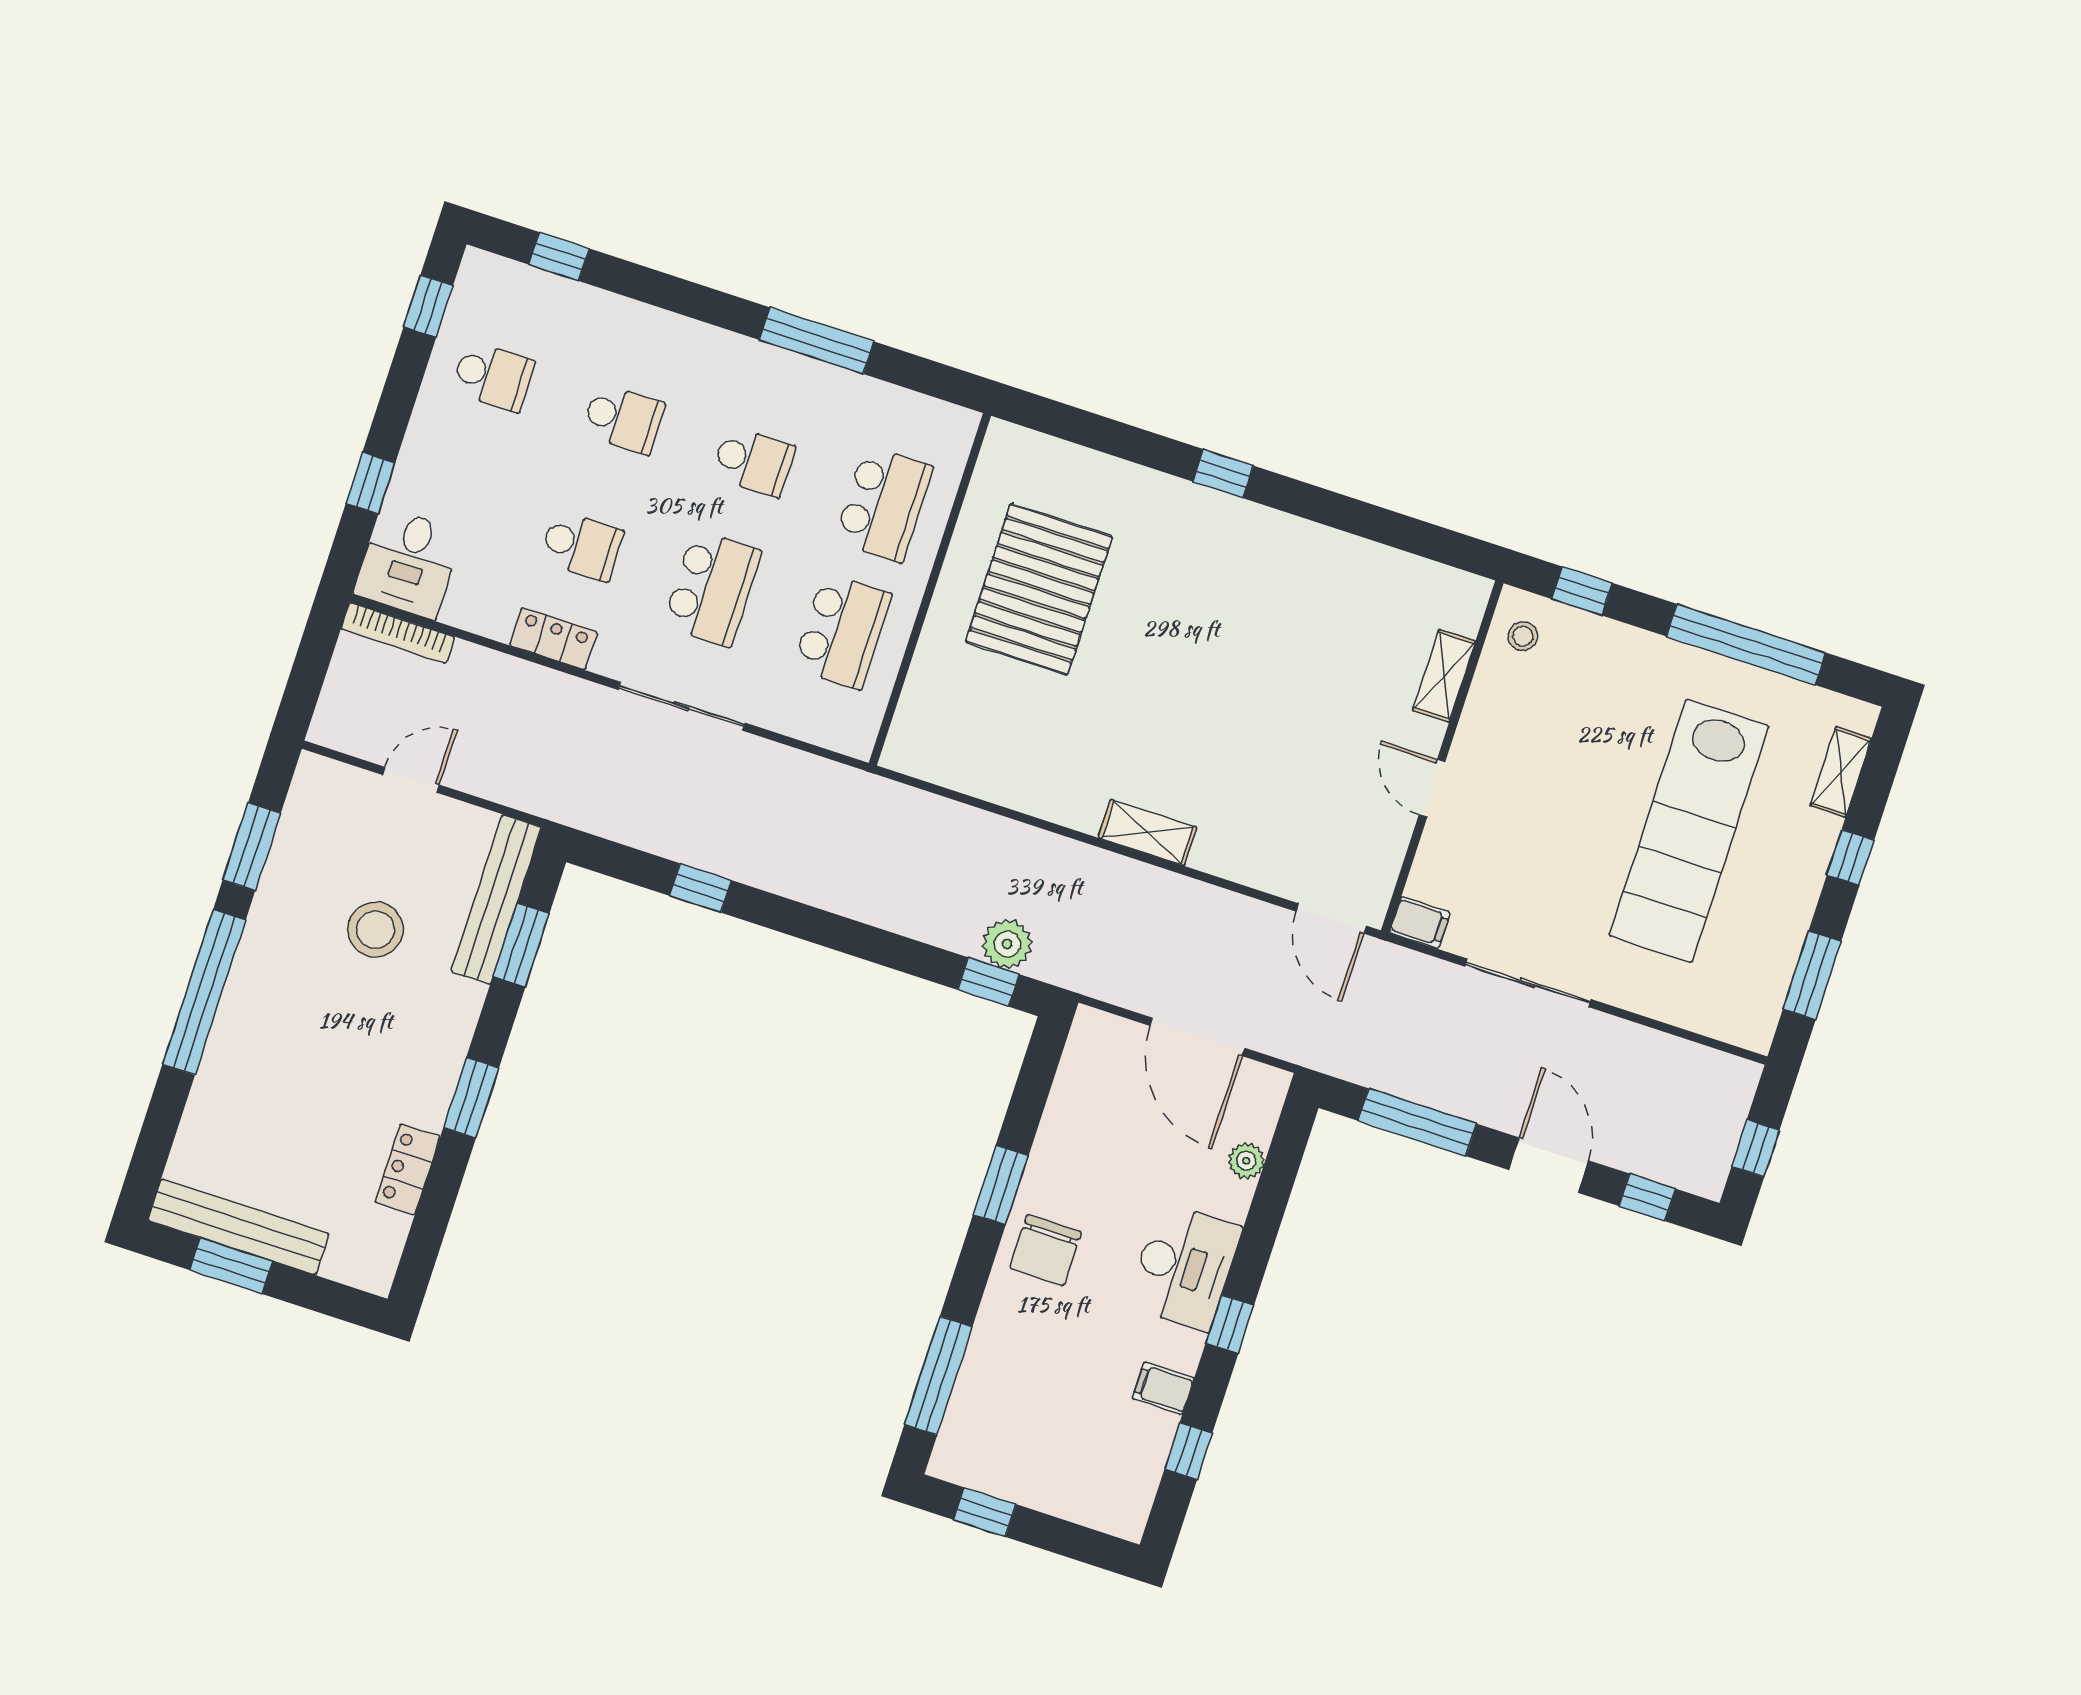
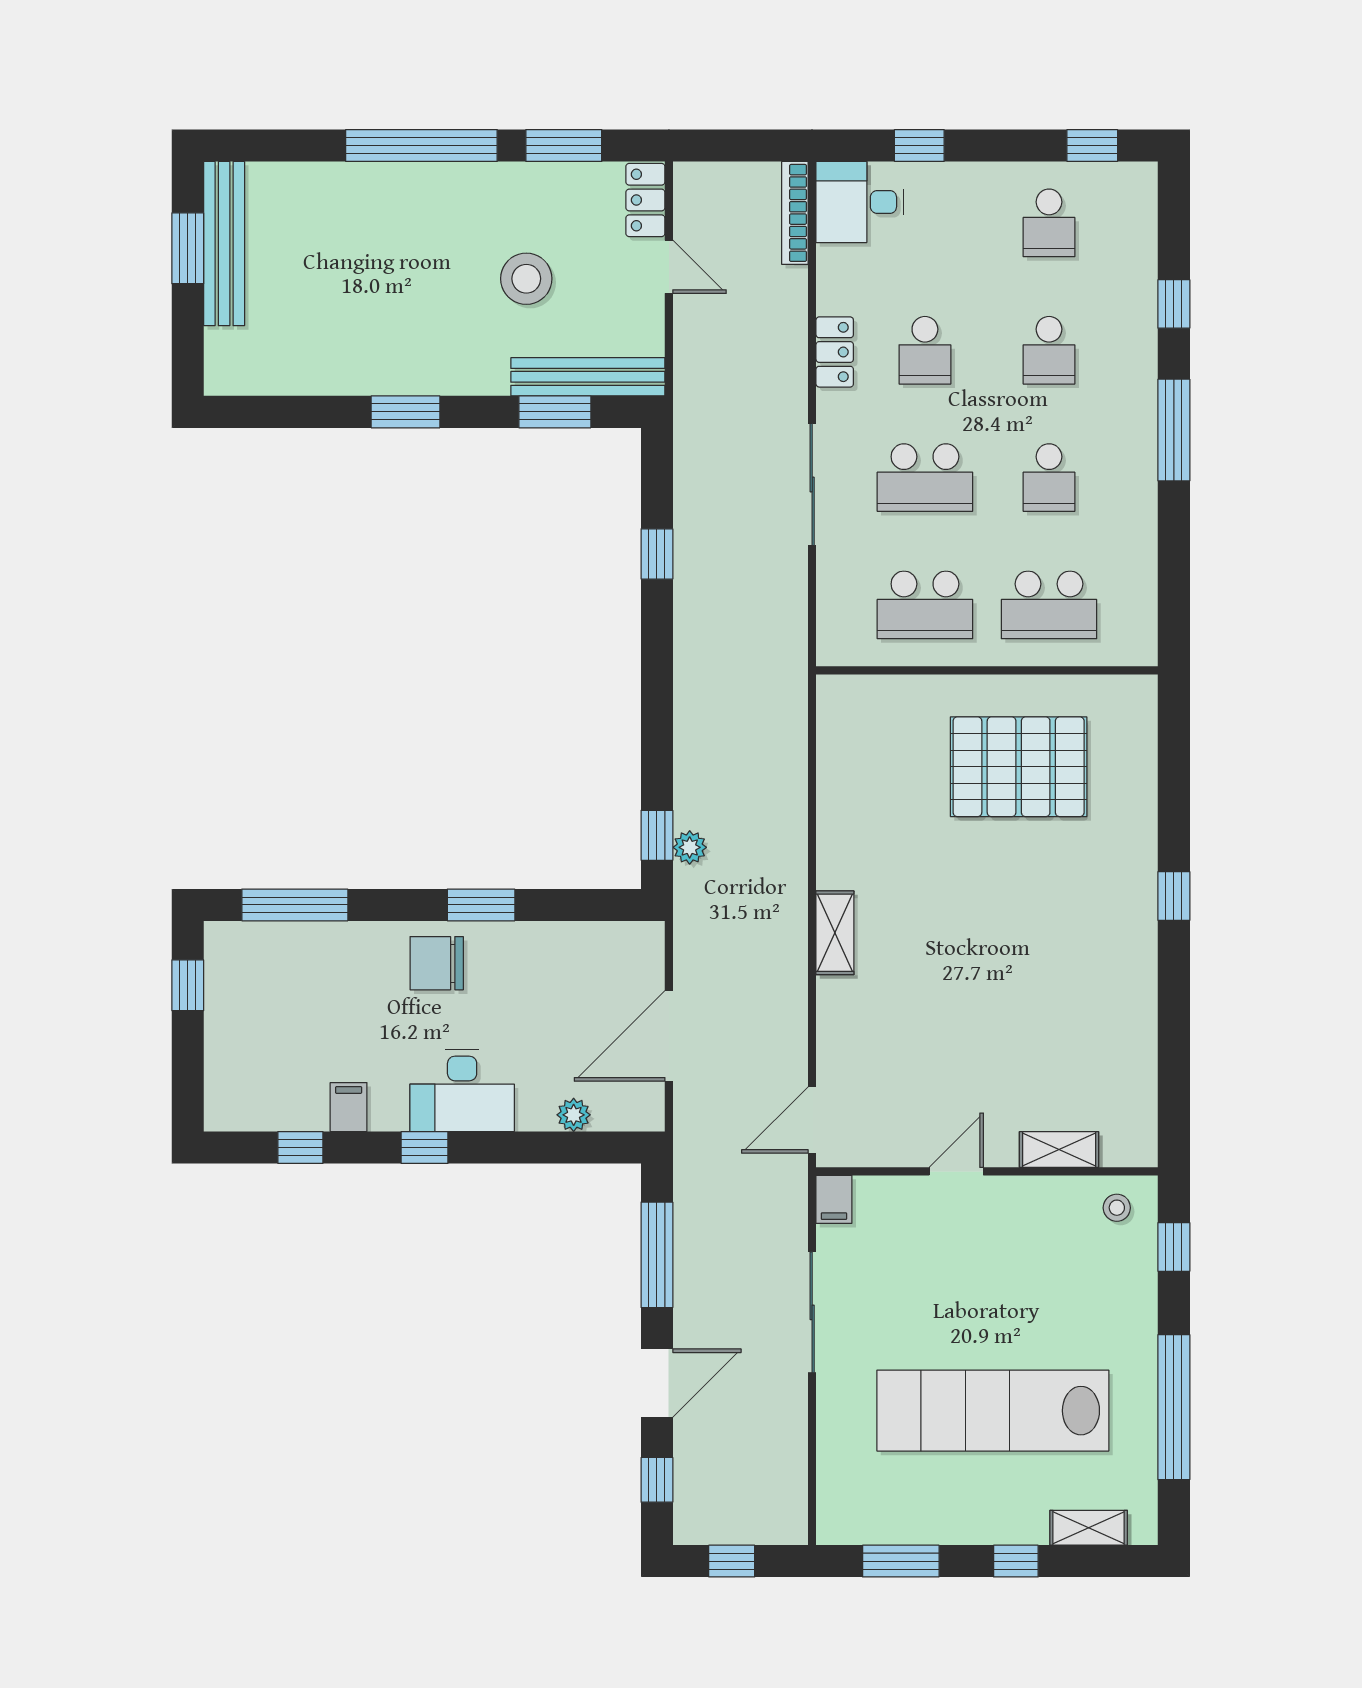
window: (559, 257) -> (1174, 304), moved
window: (817, 341) -> (1174, 430), moved
plant: (1007, 944) -> (690, 847), width x0.73, depth x0.73
locker: (408, 1169) -> (645, 200), moved, turned -90

